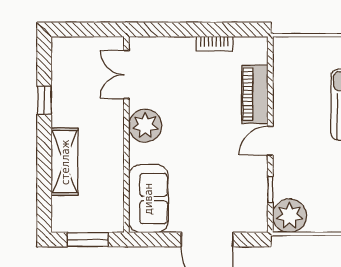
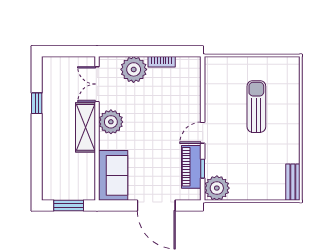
plant: (176, 54) -> (134, 69), added
piano: (255, 94) -> (191, 167), moved
shelving: (65, 162) -> (85, 127), moved

